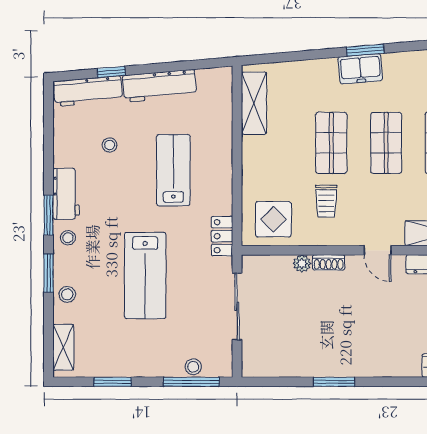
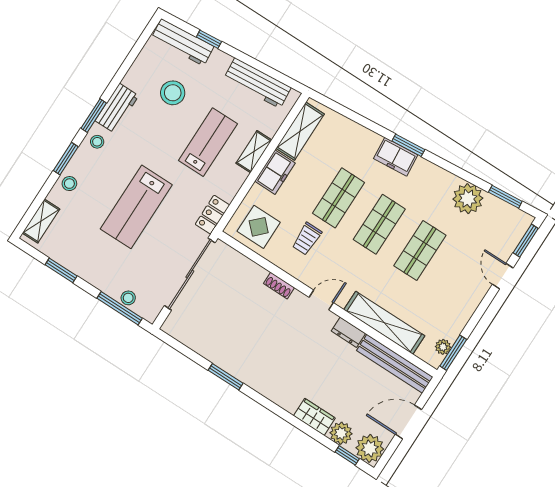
workbench: (159, 86) -> (257, 83), moved
stool: (110, 145) -> (173, 93), width x1.89, depth x1.89
shelving: (223, 151) -> (254, 152), added
freezer: (255, 157) -> (275, 172), added
door: (378, 250) -> (321, 300), swing flipped
plant: (302, 264) -> (259, 273), removed
sliding door: (237, 306) -> (190, 274), width x1.36

